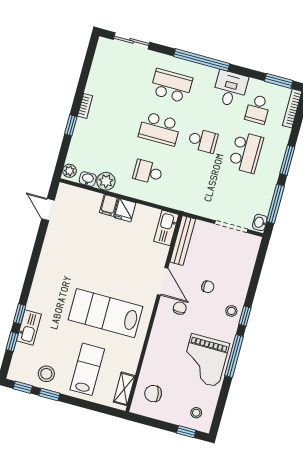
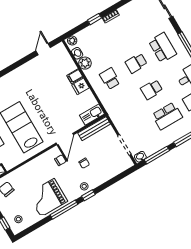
school desk: (160, 129) -> (136, 63), width x0.54
school desk: (203, 141) -> (152, 90), turned 90

